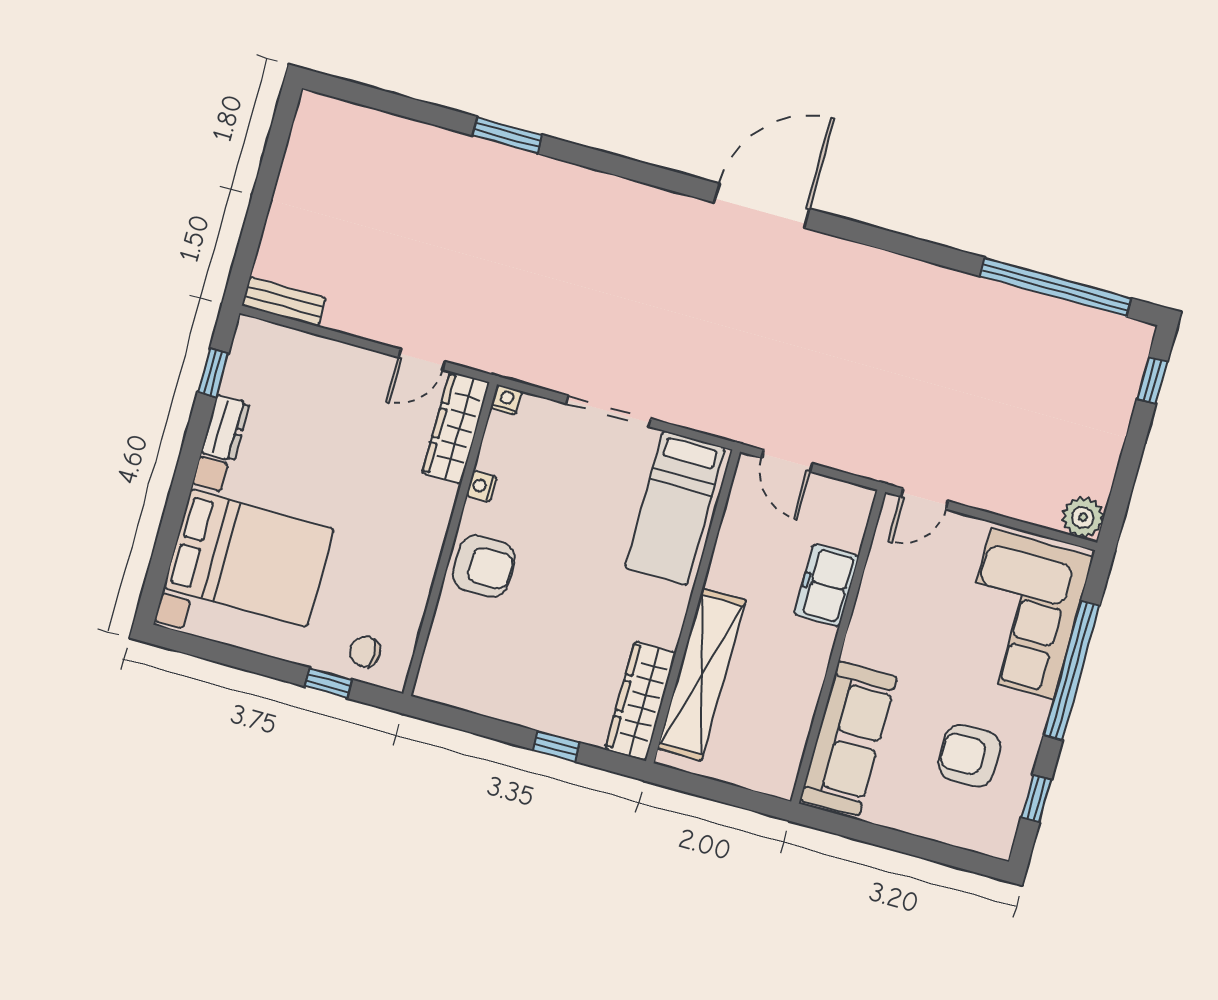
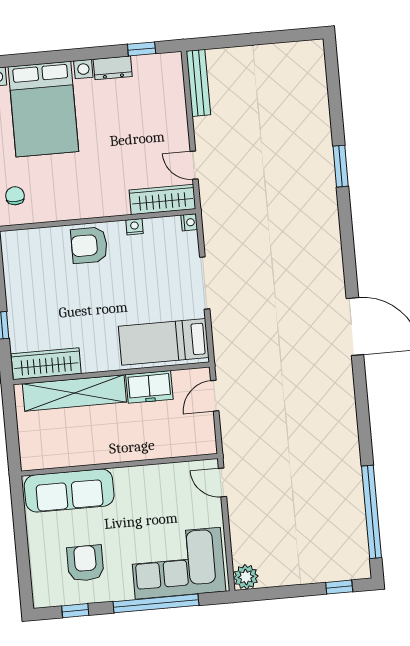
bench: (284, 301) -> (198, 83), width x1.36
armchair: (484, 566) -> (89, 245), turned 90
freezer: (826, 585) -> (149, 387), moved, turned 180

